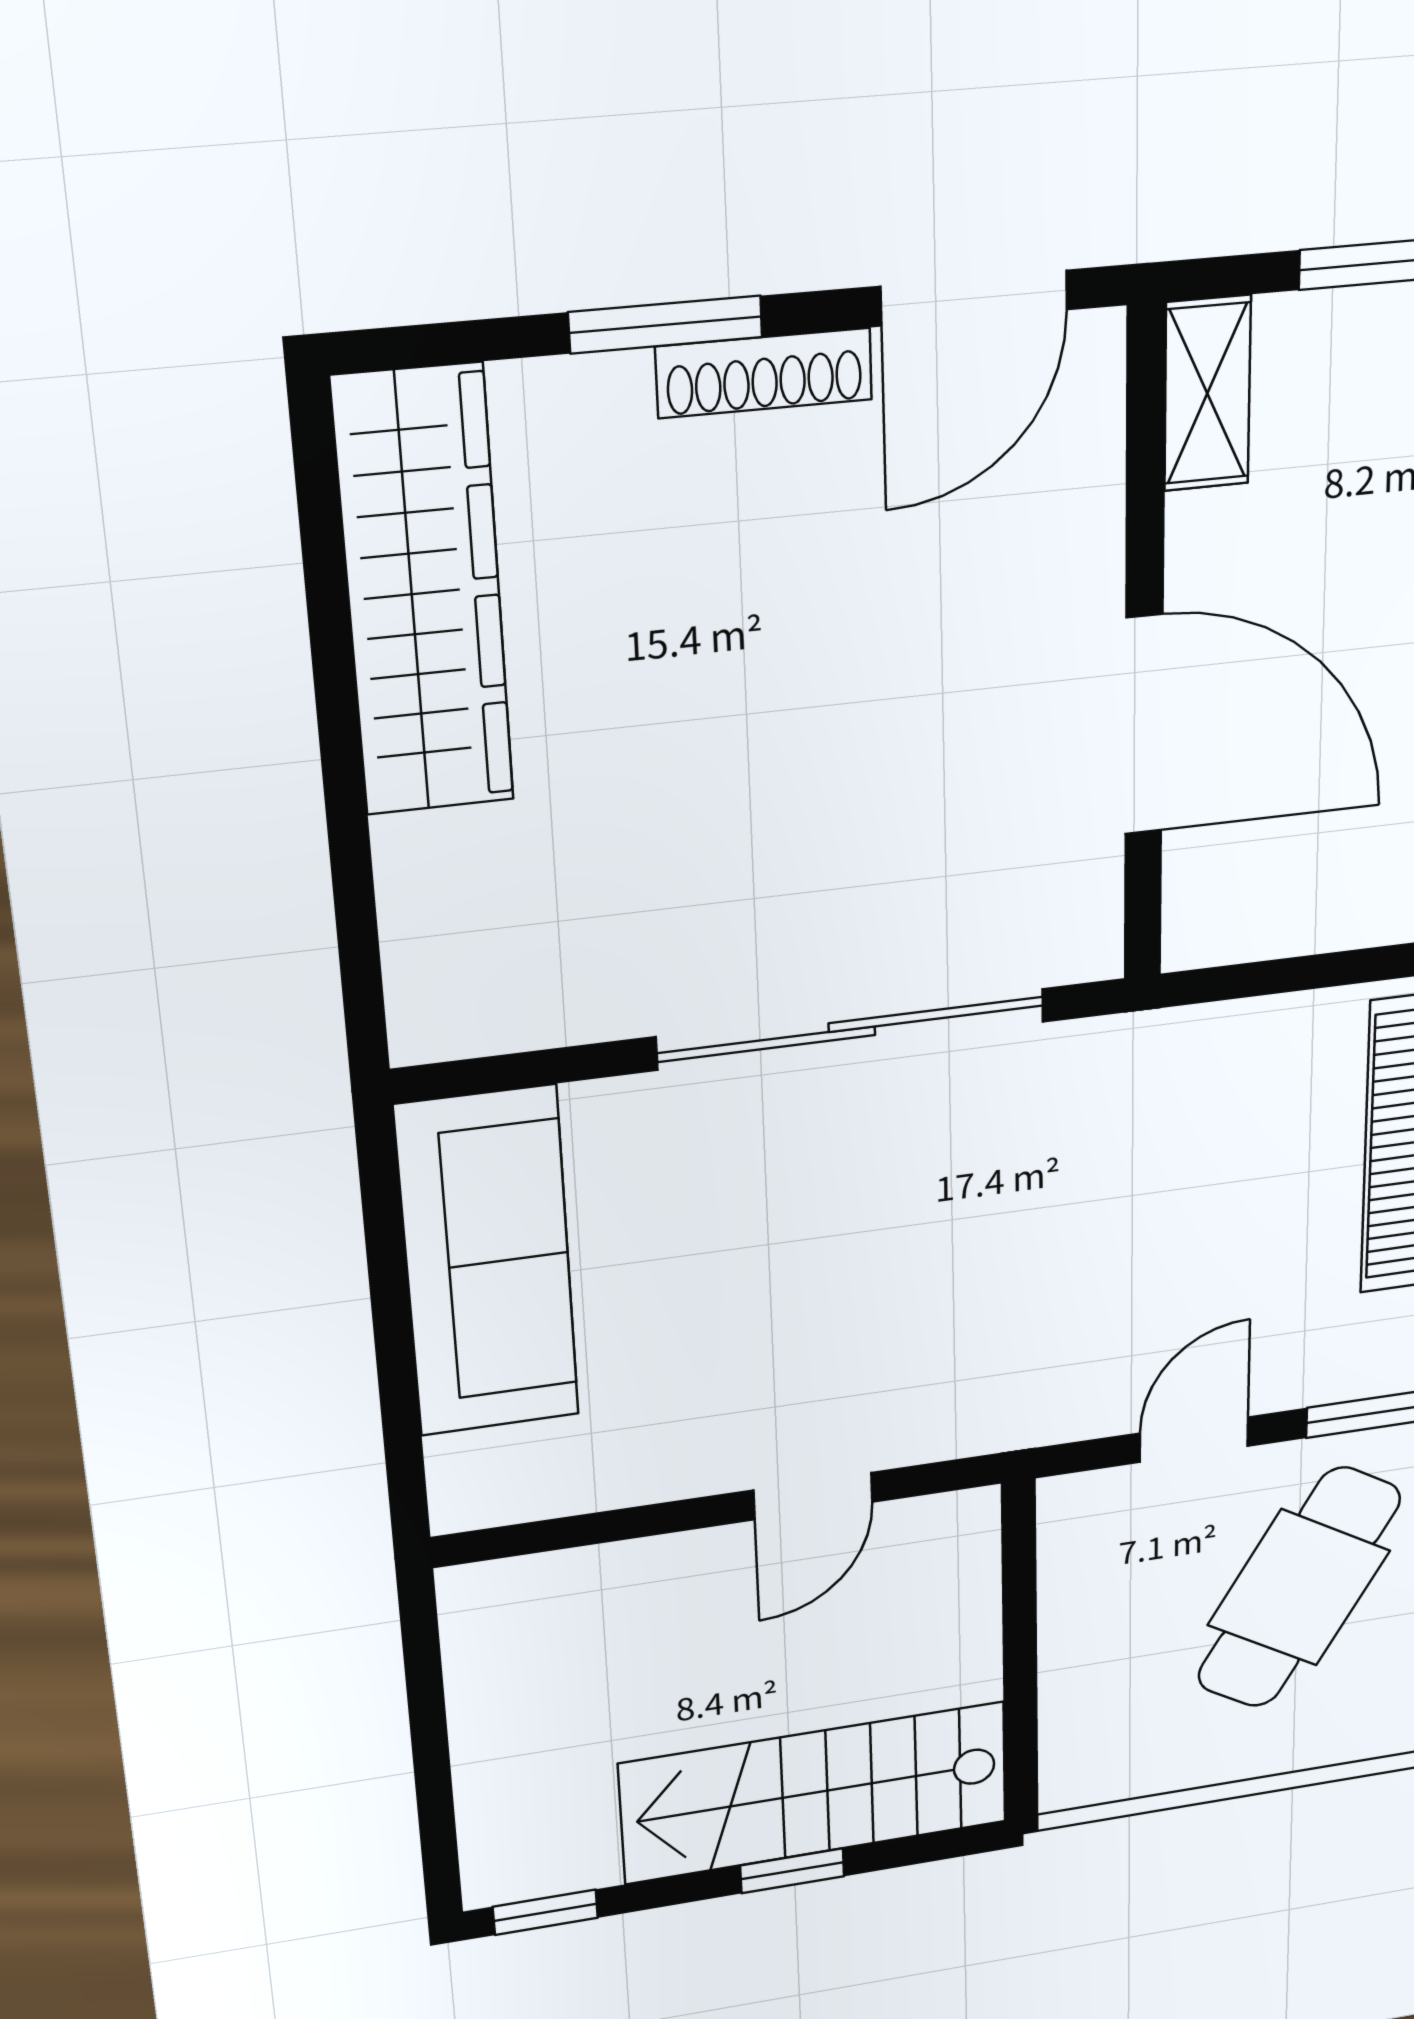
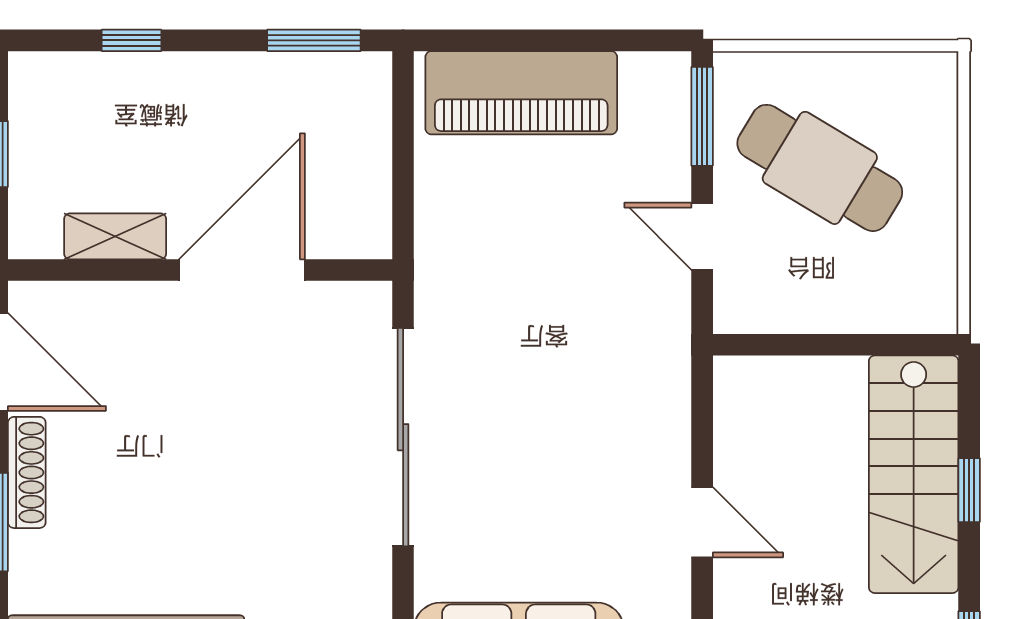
shelving: (1207, 393) -> (115, 236), moved
door: (813, 1496) -> (702, 522), moved

